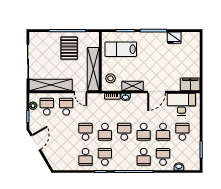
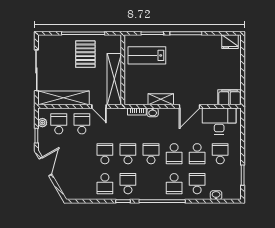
fridge: (174, 38) -> (230, 42), moved
stool: (110, 78) -> (135, 90), removed
school desk: (105, 132) -> (128, 154), turned 180

